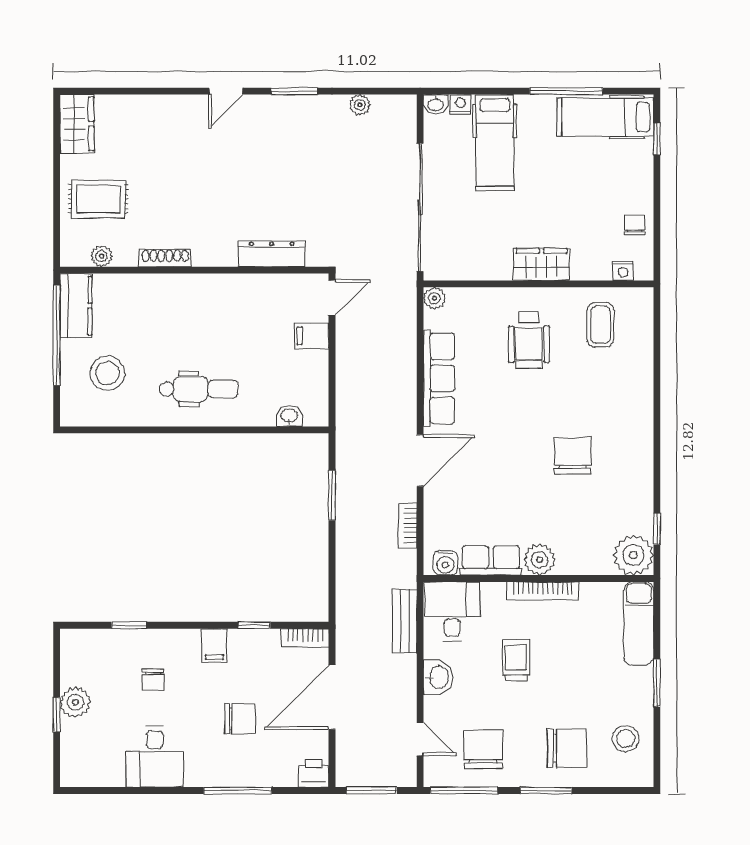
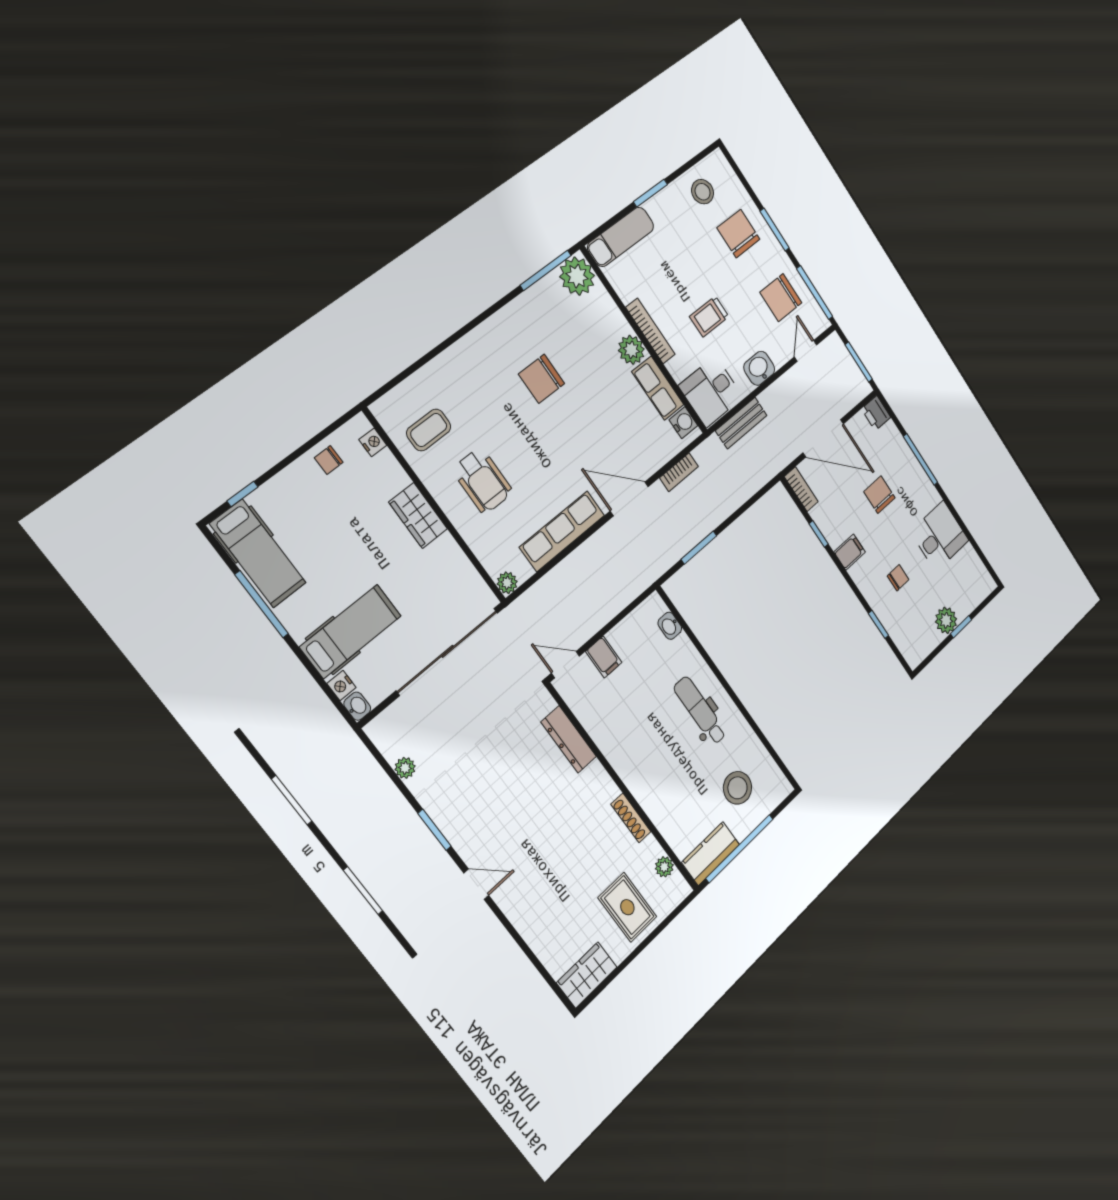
wheelchair: (529, 340) -> (483, 481), turned 90
window: (657, 529) -> (546, 270), width x2.17

